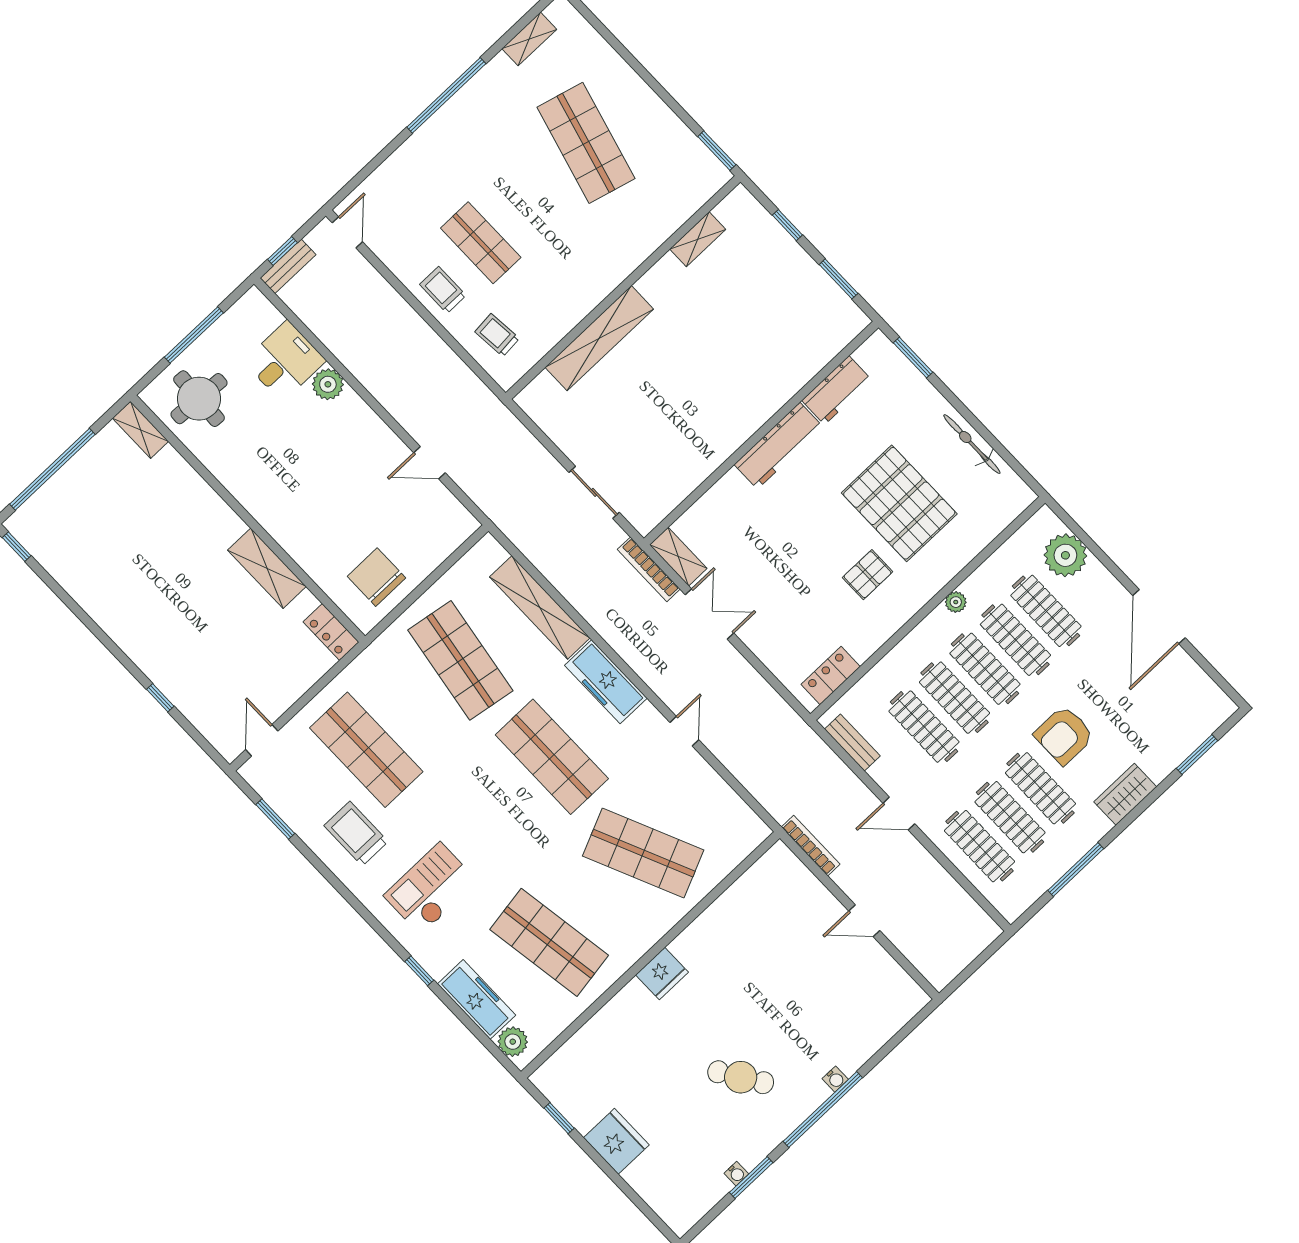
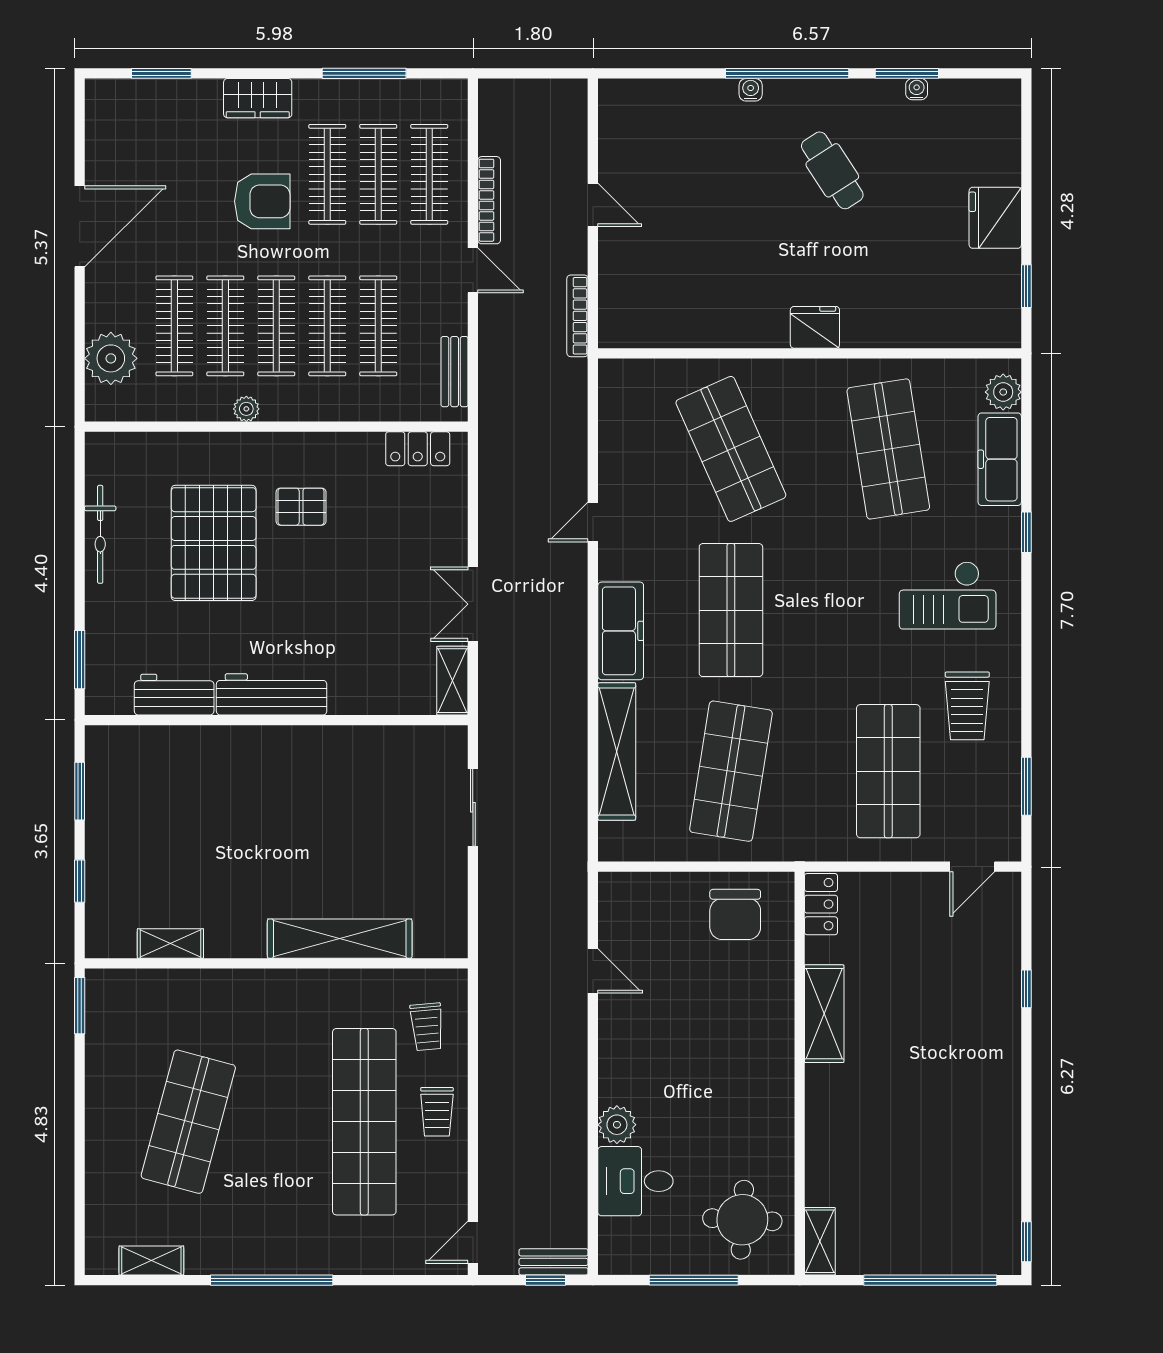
shop shelf: (481, 243) -> (364, 1122), width x2.00, depth x1.36
bookcase: (649, 569) -> (489, 200), moved

